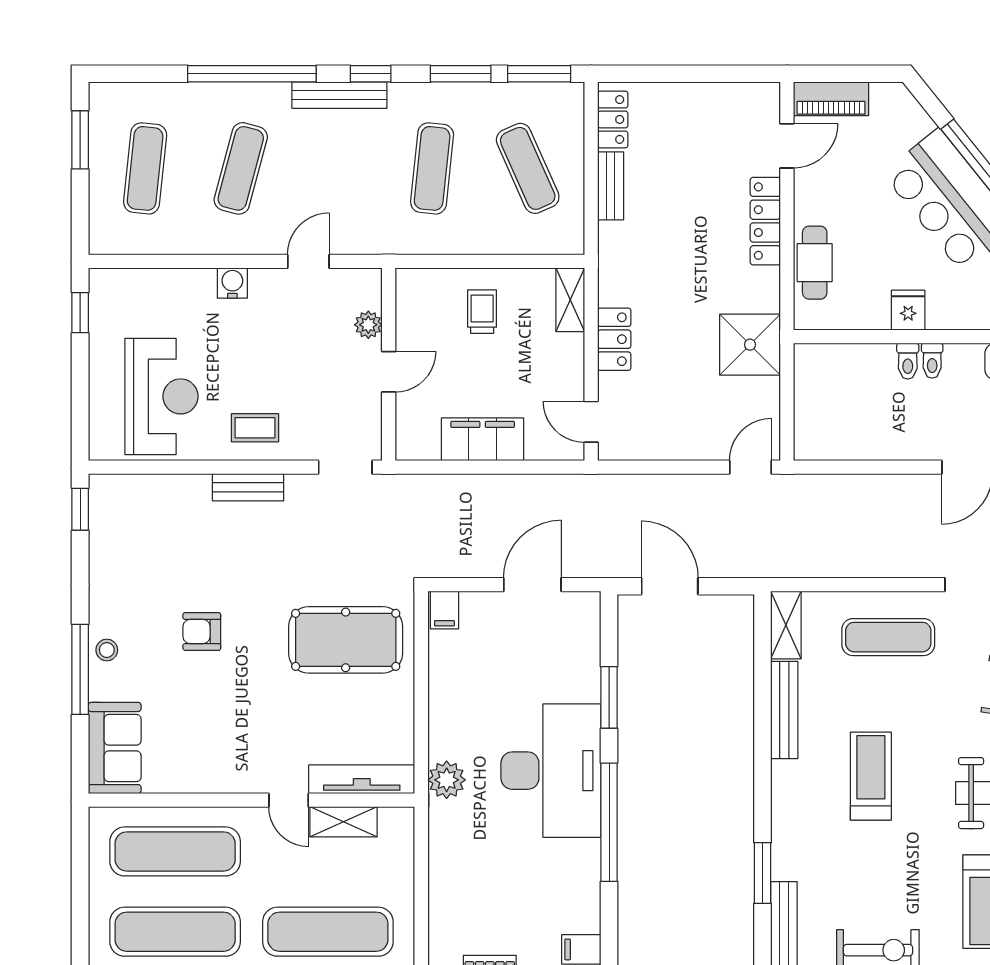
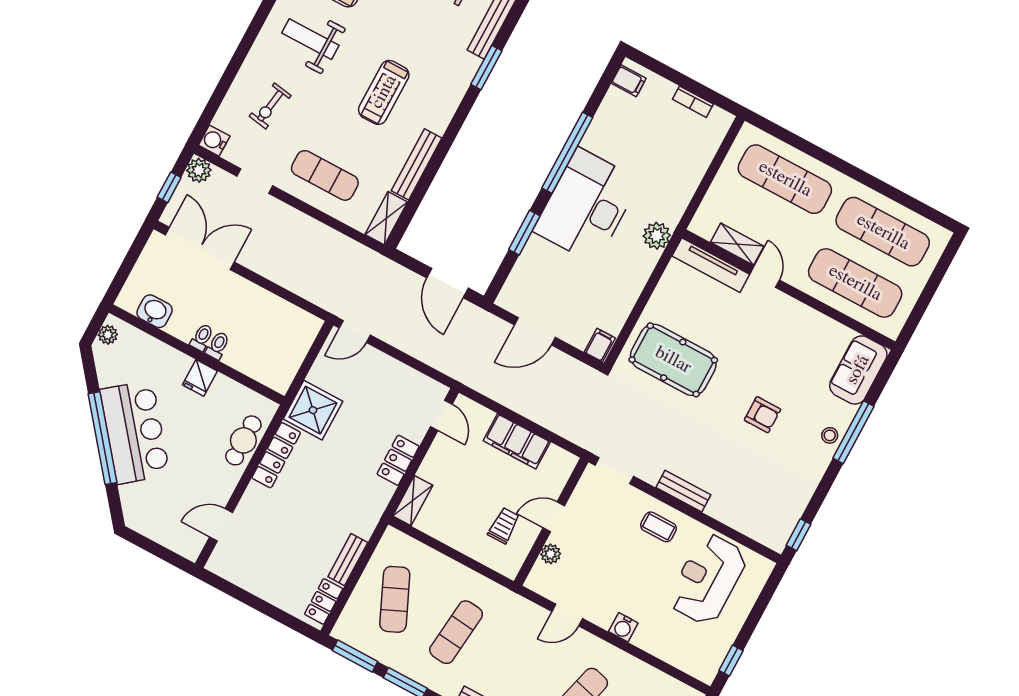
piano: (831, 99) -> (177, 540), removed
locker: (765, 221) -> (276, 455), moved
trolley: (482, 312) -> (504, 526), moved, turned 180

